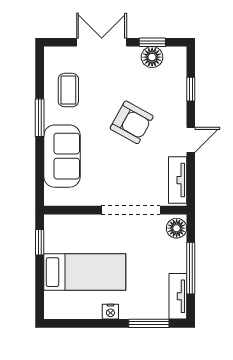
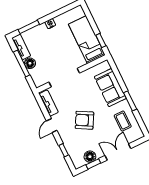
double door: (102, 42) -> (118, 152), swing flipped
floor lamp: (177, 228) -> (30, 63), moved
bed: (85, 272) -> (87, 40), moved, turned 90

